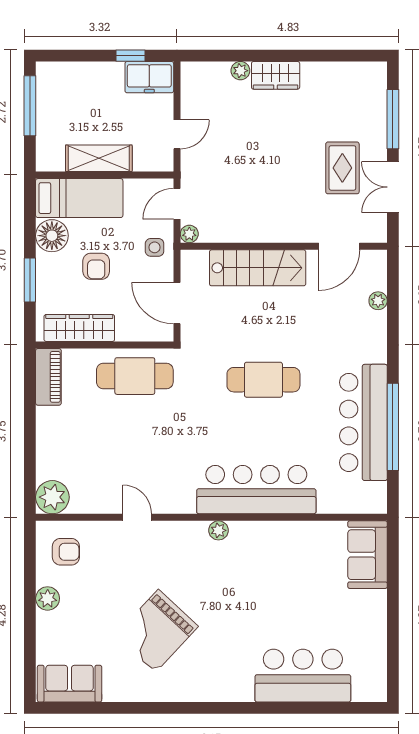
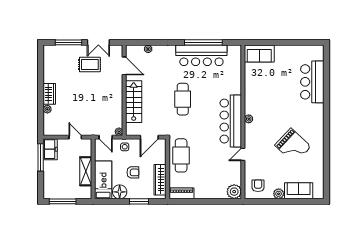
window: (130, 56) -> (41, 157), width x2.17
bar counter: (256, 490) -> (231, 121), moved
sofa: (70, 684) -> (299, 191), moved, turned 90

